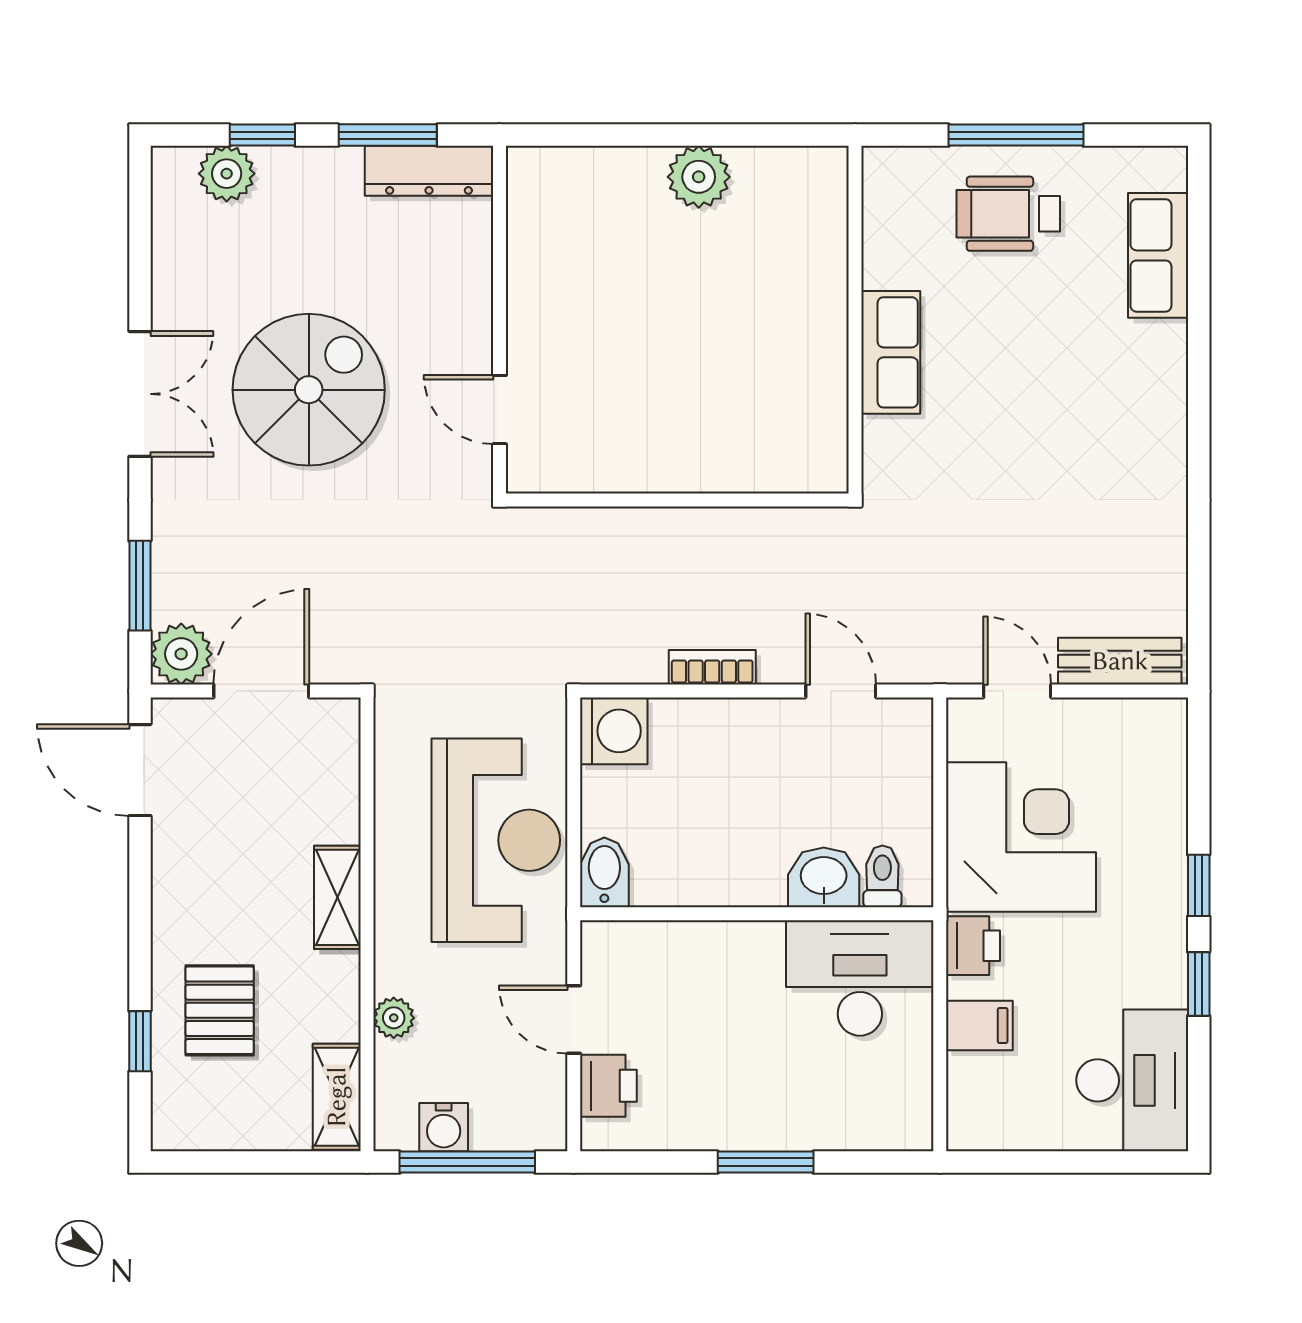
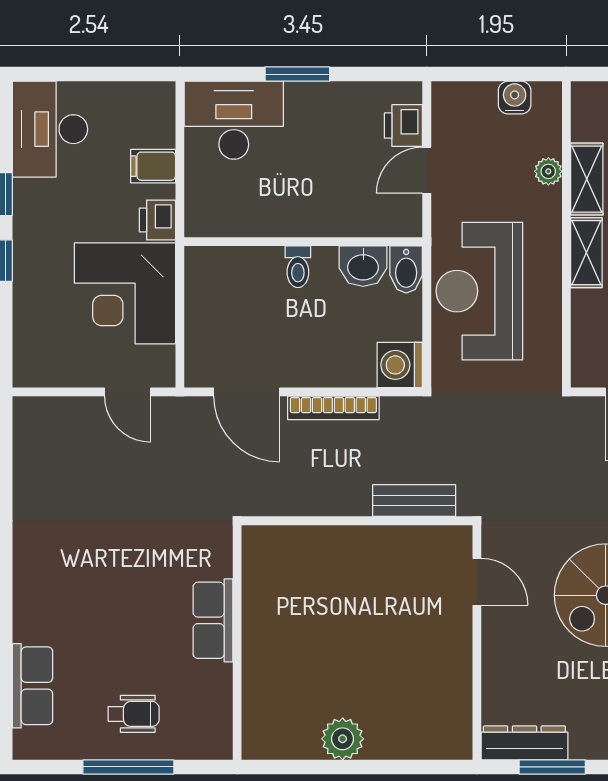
wheelchair: (1008, 214) -> (134, 714), width x0.73, depth x0.73
bench: (1120, 661) -> (414, 501), moved
bookcase: (712, 667) -> (333, 408), width x1.56
door: (841, 691) -> (247, 392), width x1.38
toilet: (882, 876) -> (298, 267), moved
washbasin: (824, 877) -> (363, 266), moved
desk: (860, 978) -> (234, 120), moved, turned 180
door: (574, 1020) -> (427, 170), swing flipped
shelving: (337, 1097) -> (587, 179), moved
window: (467, 1162) -> (499, 74), removed

